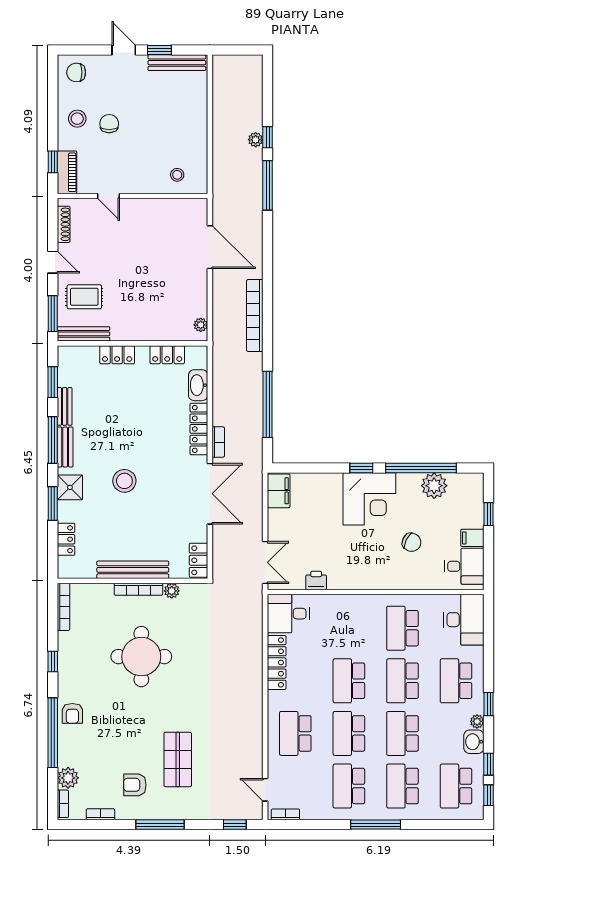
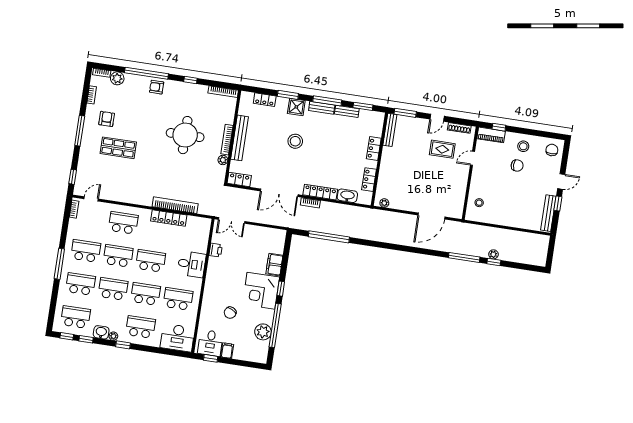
rug: (84, 297) -> (442, 149), moved, turned 90
bookcase: (255, 315) -> (175, 205), moved
filing cabinet: (279, 491) -> (274, 265), moved, turned 90
window: (489, 514) -> (211, 358), moved
desk: (288, 614) -> (192, 264), moved, turned 90

